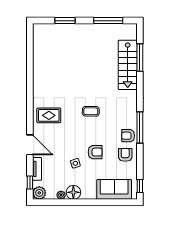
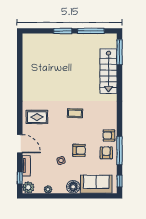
window: (65, 21) -> (63, 31), moved
window: (140, 58) -> (120, 52), moved
window: (140, 127) -> (120, 151), moved
floor lamp: (73, 192) -> (73, 187), moved

